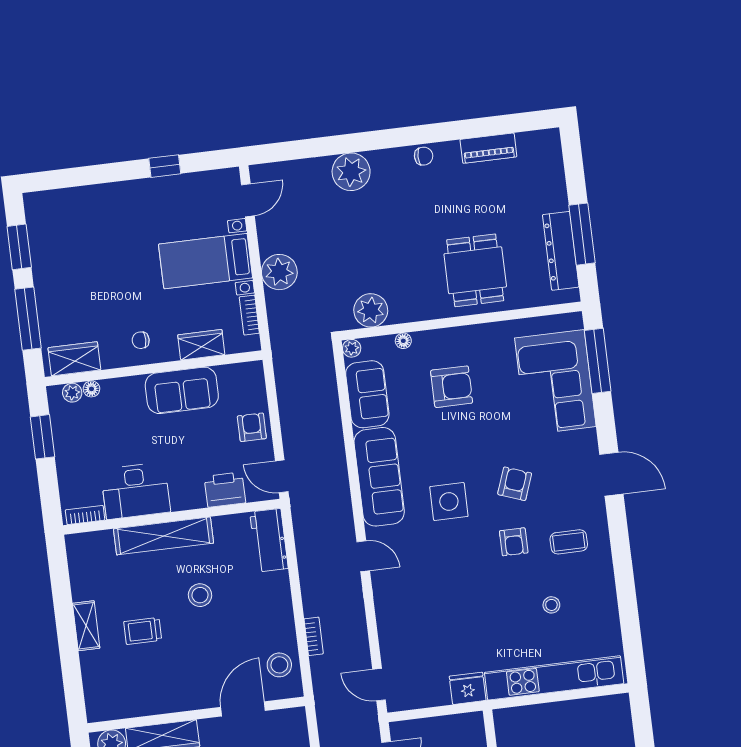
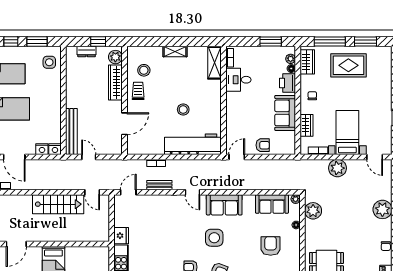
rug: (71, 275) -> (348, 65), added
armchair: (452, 387) -> (271, 246), turned 180
sofa: (379, 477) -> (224, 205), width x0.73
printer: (225, 490) -> (288, 83), moved, turned 180
desk: (136, 491) -> (238, 80), width x0.73
shelving: (164, 536) -> (215, 63), moved, width x0.68
workbench: (269, 540) -> (193, 144), width x1.88, depth x1.32
door: (363, 556) -> (192, 192), hinge flipped
bench: (357, 624) -> (159, 185), added
trolley: (143, 631) -> (138, 91), moved
stool: (279, 665) -> (144, 70), moved
door: (243, 709) -> (125, 124), hinge flipped

